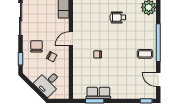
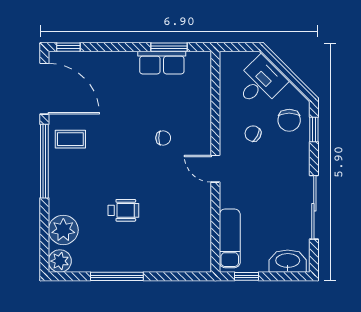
door: (71, 39) -> (215, 169), swing flipped
chair: (36, 46) -> (289, 120), moved
door: (158, 80) -> (44, 89), width x1.88

